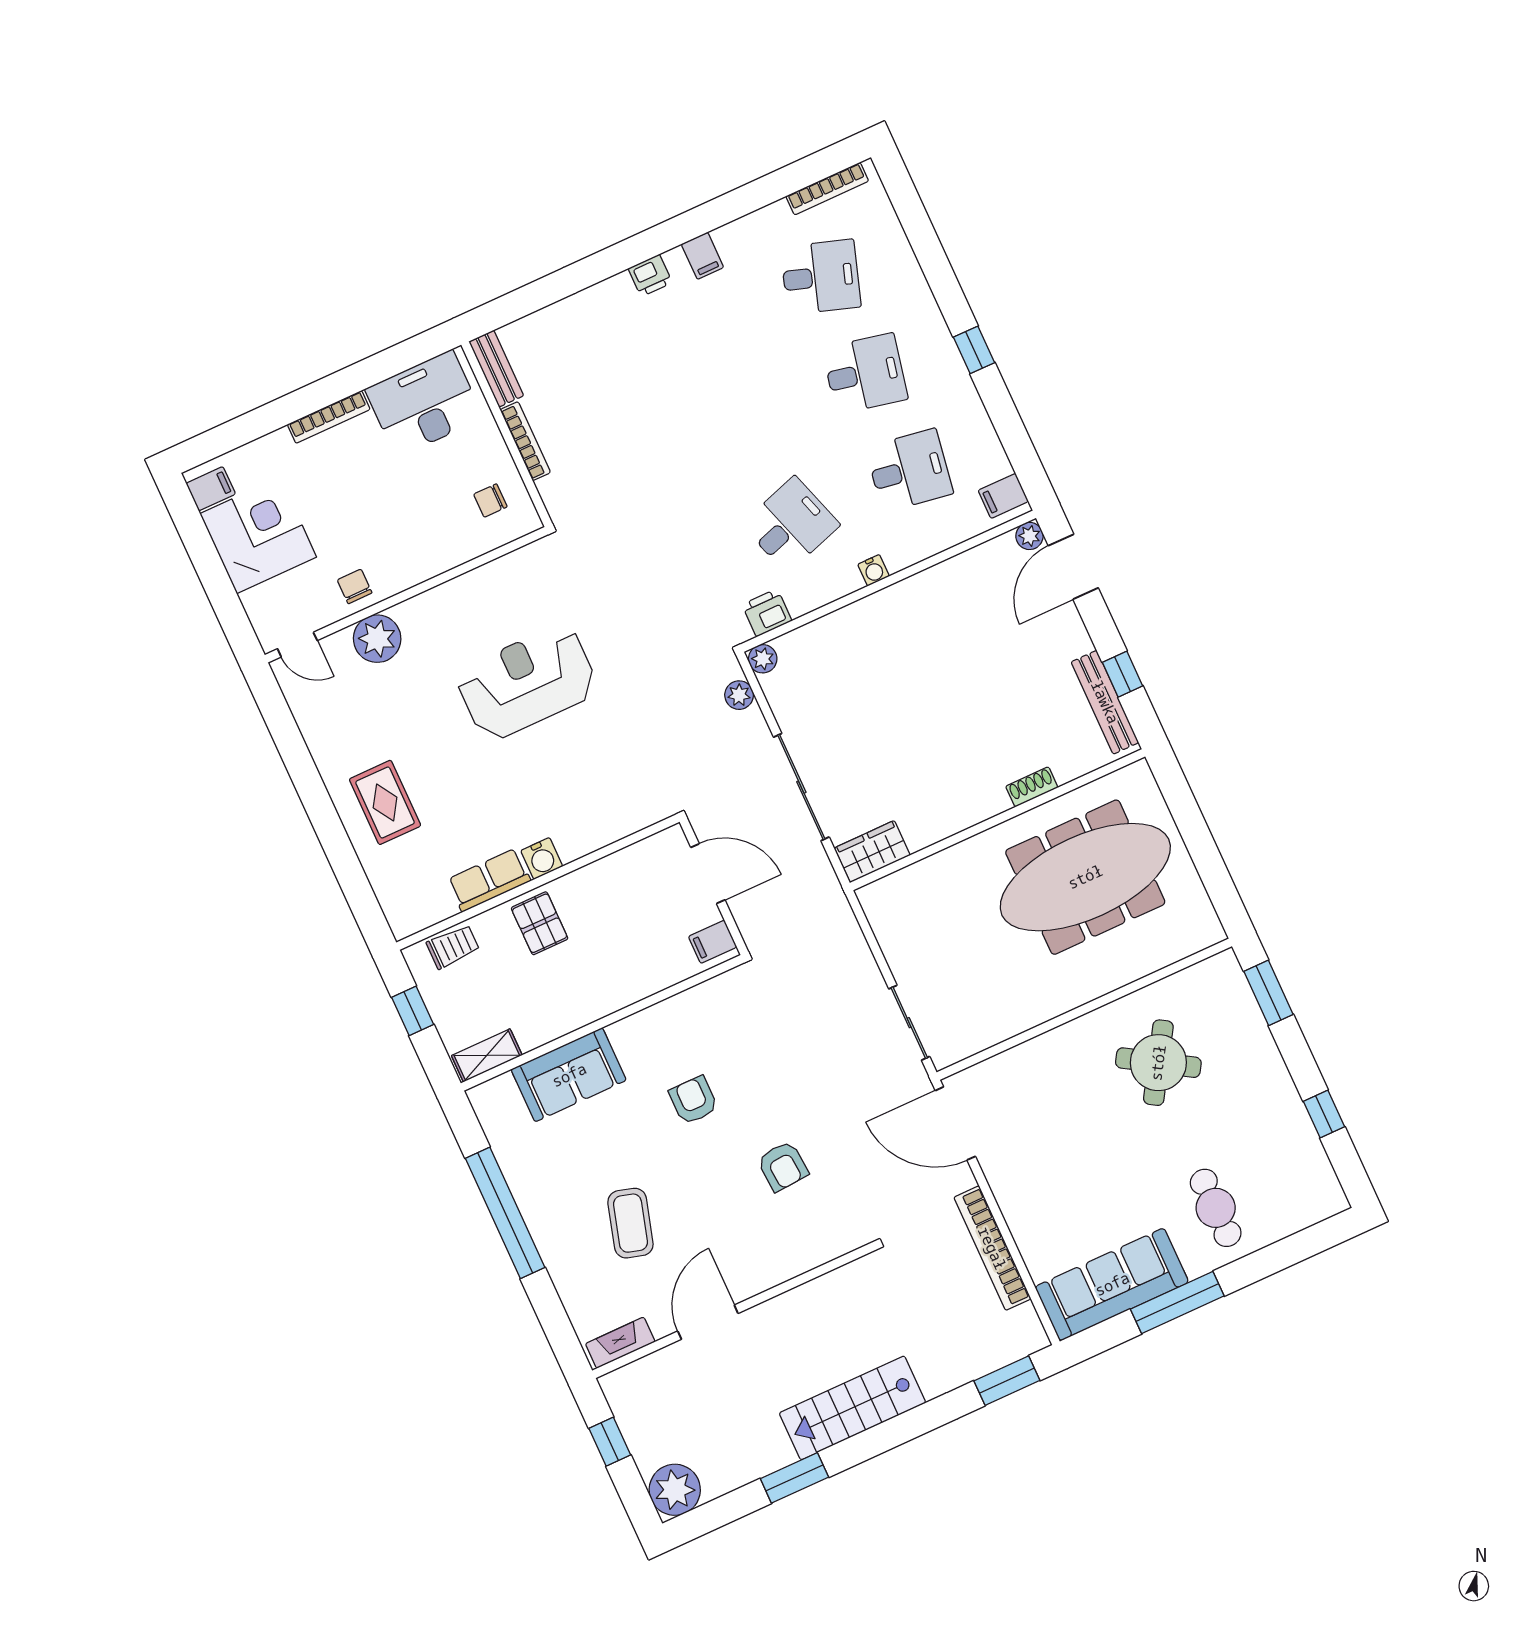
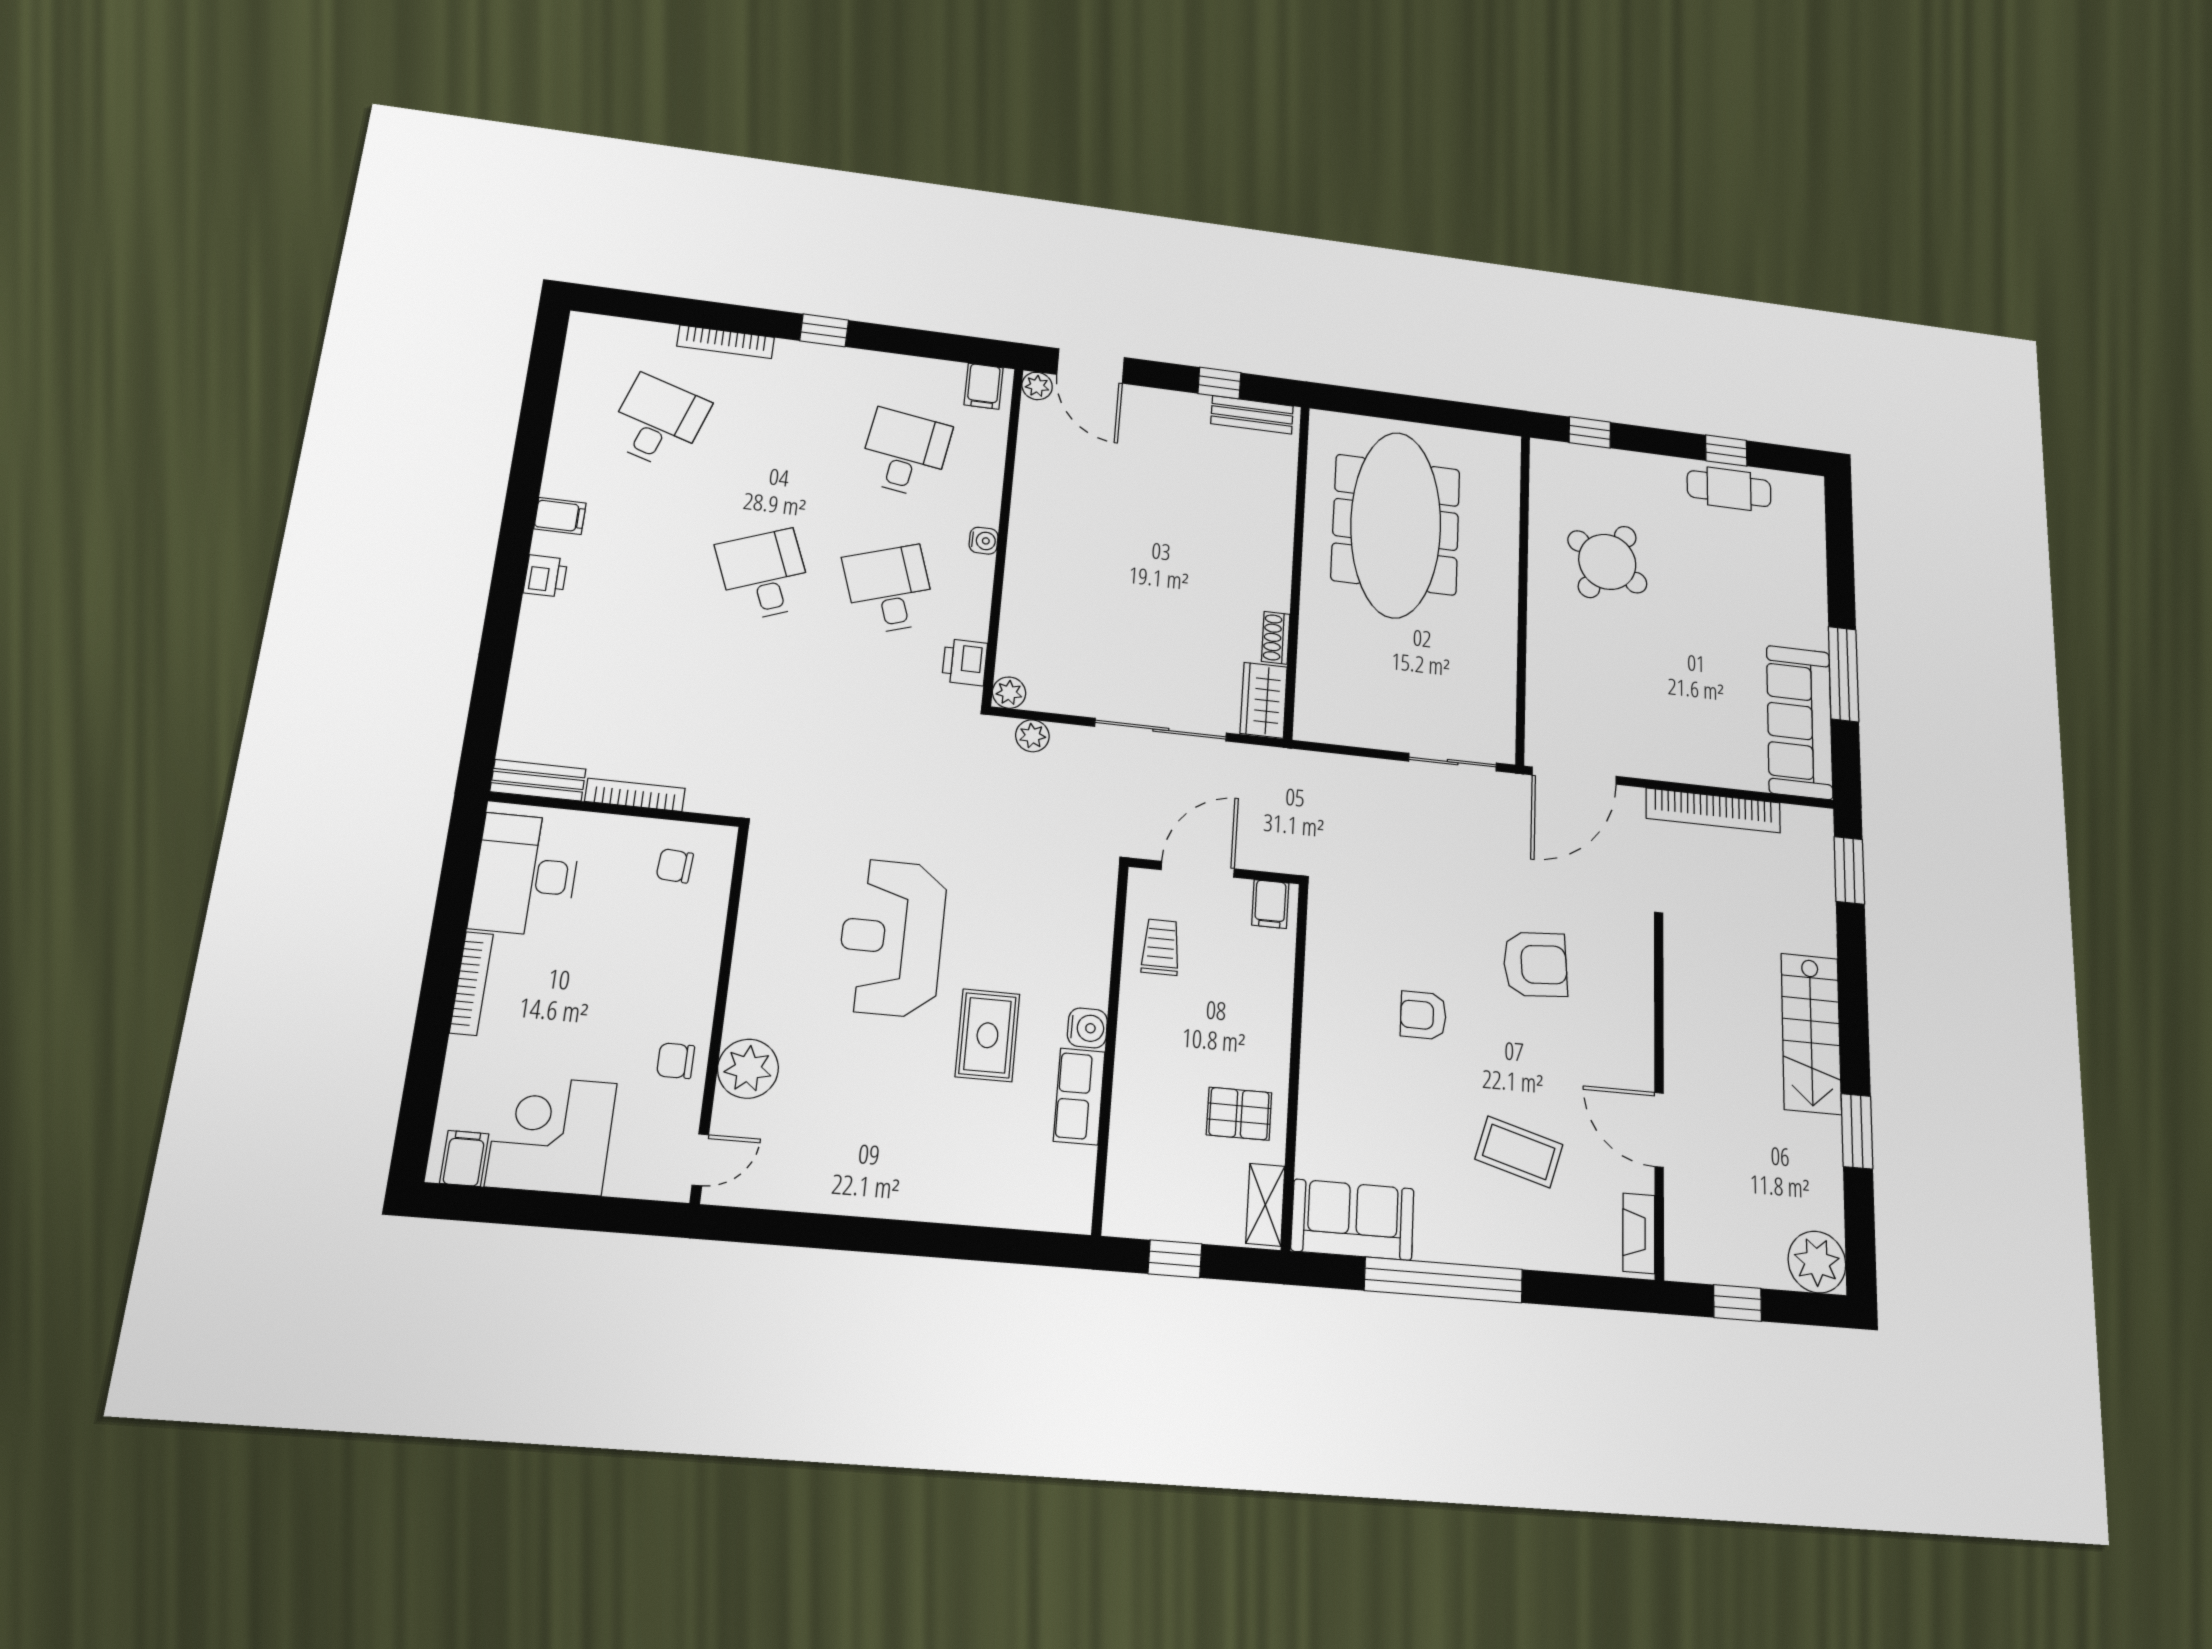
bookcase: (827, 189) -> (726, 342), moved, turned 90
desk: (865, 374) -> (764, 575), moved, turned -33
chair: (490, 501) -> (675, 866), turned 94
bench: (1105, 702) -> (1252, 415), width x0.73
shoe rack: (1032, 787) -> (1276, 638), moved
rug: (385, 802) -> (987, 1035), moved, turned 90
pallet: (540, 923) -> (1239, 1114), moved
trolley: (453, 947) -> (1161, 947), moved
window: (1268, 993) -> (1590, 432), width x0.67
sofa: (569, 1075) -> (1353, 1220), moved, turned -90
armchair: (783, 1166) -> (1535, 964), width x1.38, depth x1.38
cafe table: (1216, 1208) -> (1729, 489), moved

